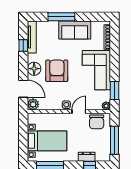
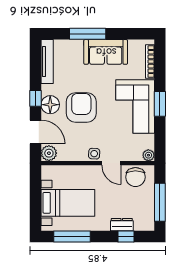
window: (23, 45) -> (35, 98), moved
window: (115, 91) -> (160, 104), moved
door: (79, 112) -> (111, 163), swing flipped

